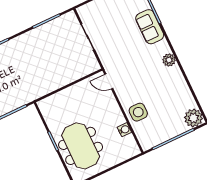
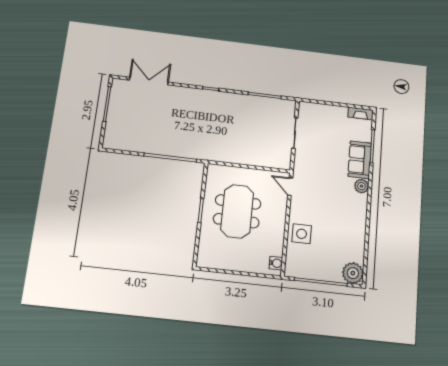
plant: (169, 60) -> (361, 186), moved
water cooler: (124, 130) -> (276, 263), moved
meeting table: (81, 146) -> (237, 211), moved

